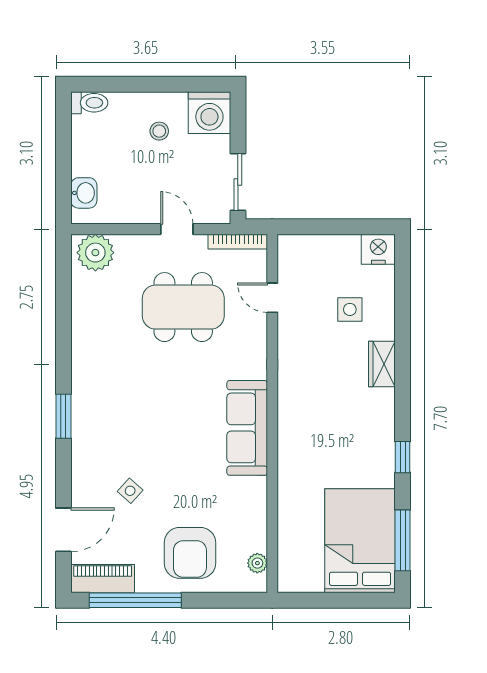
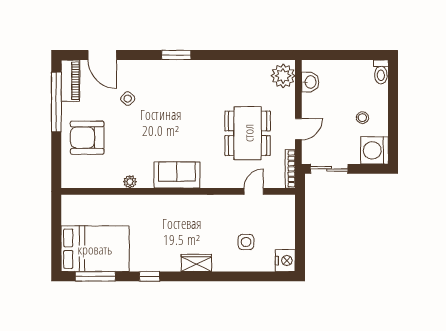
washbasin: (84, 193) -> (310, 82), moved, turned -90
wardrobe: (382, 364) -> (196, 263), moved
sofa: (247, 428) -> (177, 175), width x0.73
plant: (257, 563) -> (130, 182), moved

